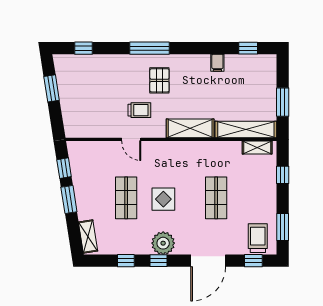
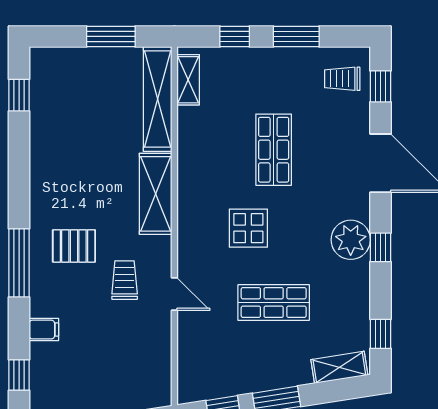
filing cabinet: (217, 63) -> (44, 330), moved
door: (131, 139) -> (174, 294), hinge flipped
shop shelf: (216, 198) -> (274, 150), turned 90
display table: (163, 199) -> (248, 228), moved
window: (283, 227) -> (296, 36), moved
trolley: (258, 238) -> (342, 79), width x0.73, depth x0.72
window: (126, 261) -> (381, 334), moved

